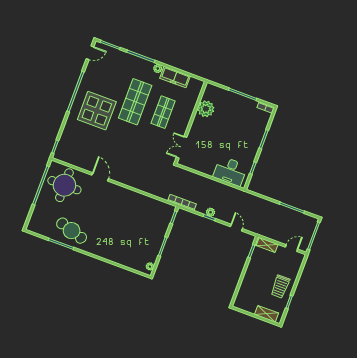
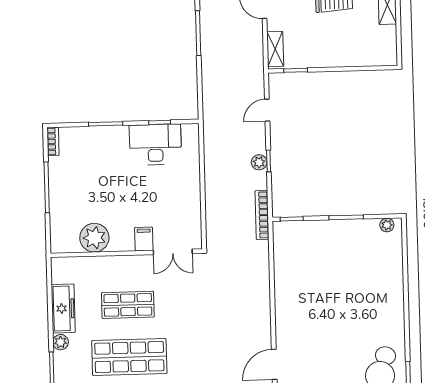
filing cabinet: (195, 135) -> (144, 239), added
desk: (230, 171) -> (155, 144), moved, turned -90

